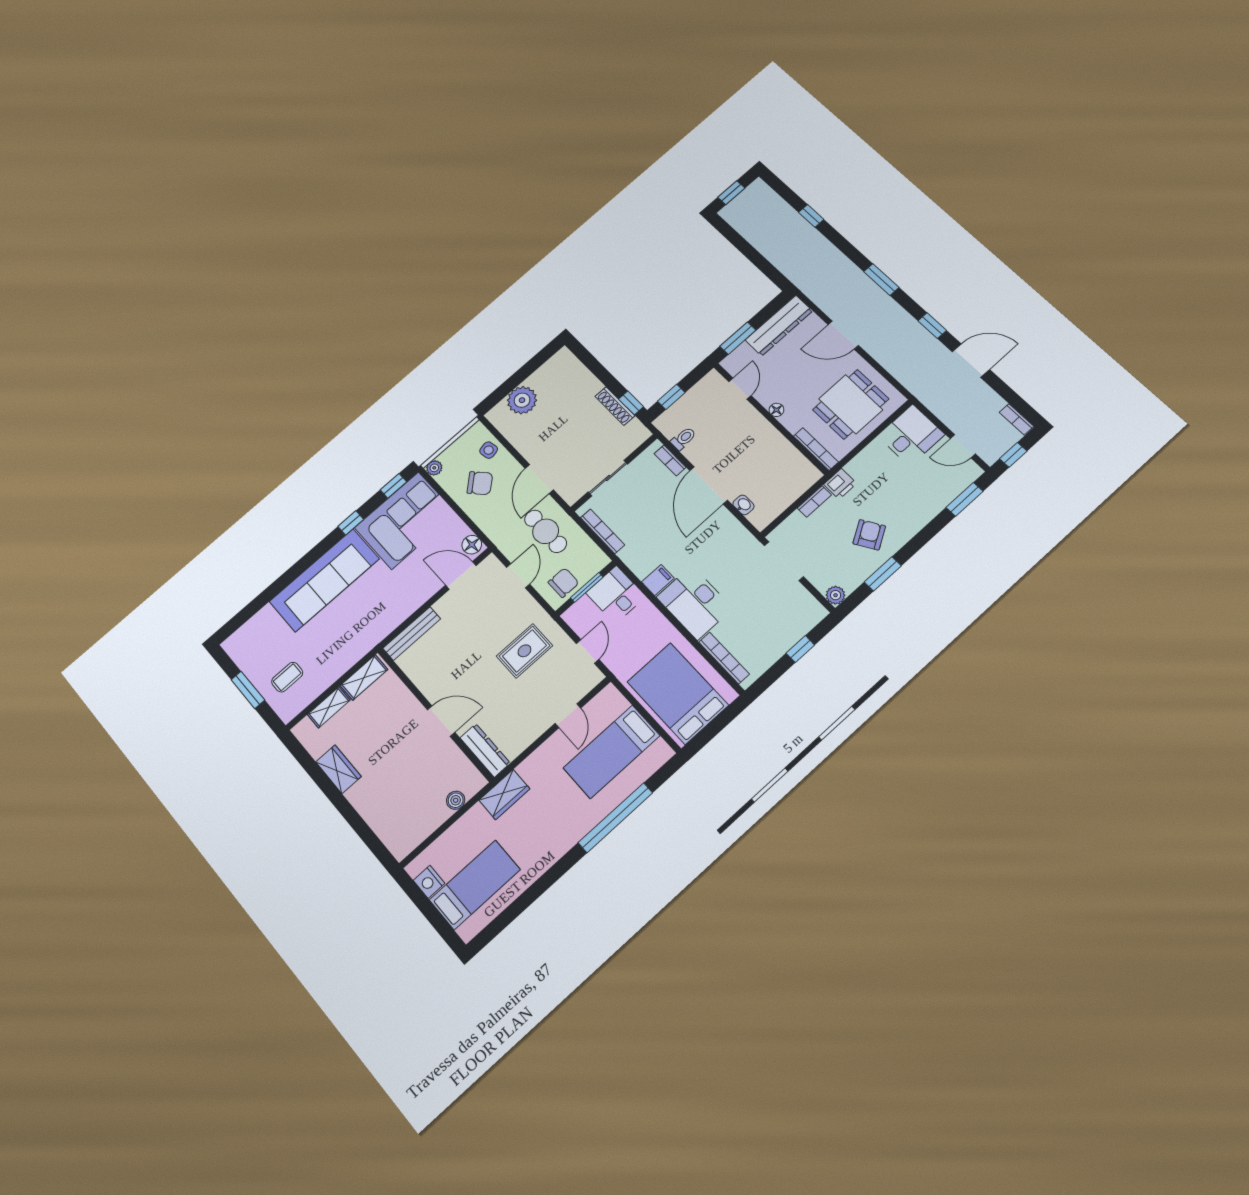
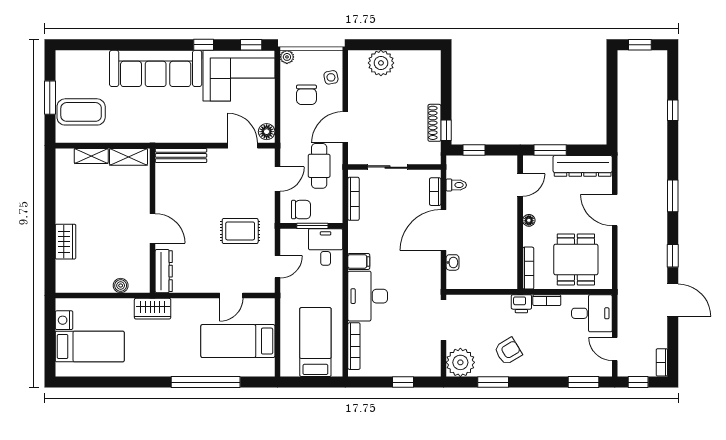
dining table: (851, 404) -> (576, 259), turned 90
chair: (480, 483) -> (306, 95), turned 42
bookcase: (814, 501) -> (547, 300), moved
plant: (836, 595) -> (460, 362), width x1.88, depth x1.88
coffee table: (287, 677) -> (81, 112), width x1.86, depth x1.72
bed: (678, 693) -> (315, 342), width x0.67
wardrobe: (338, 769) -> (65, 242), moved

